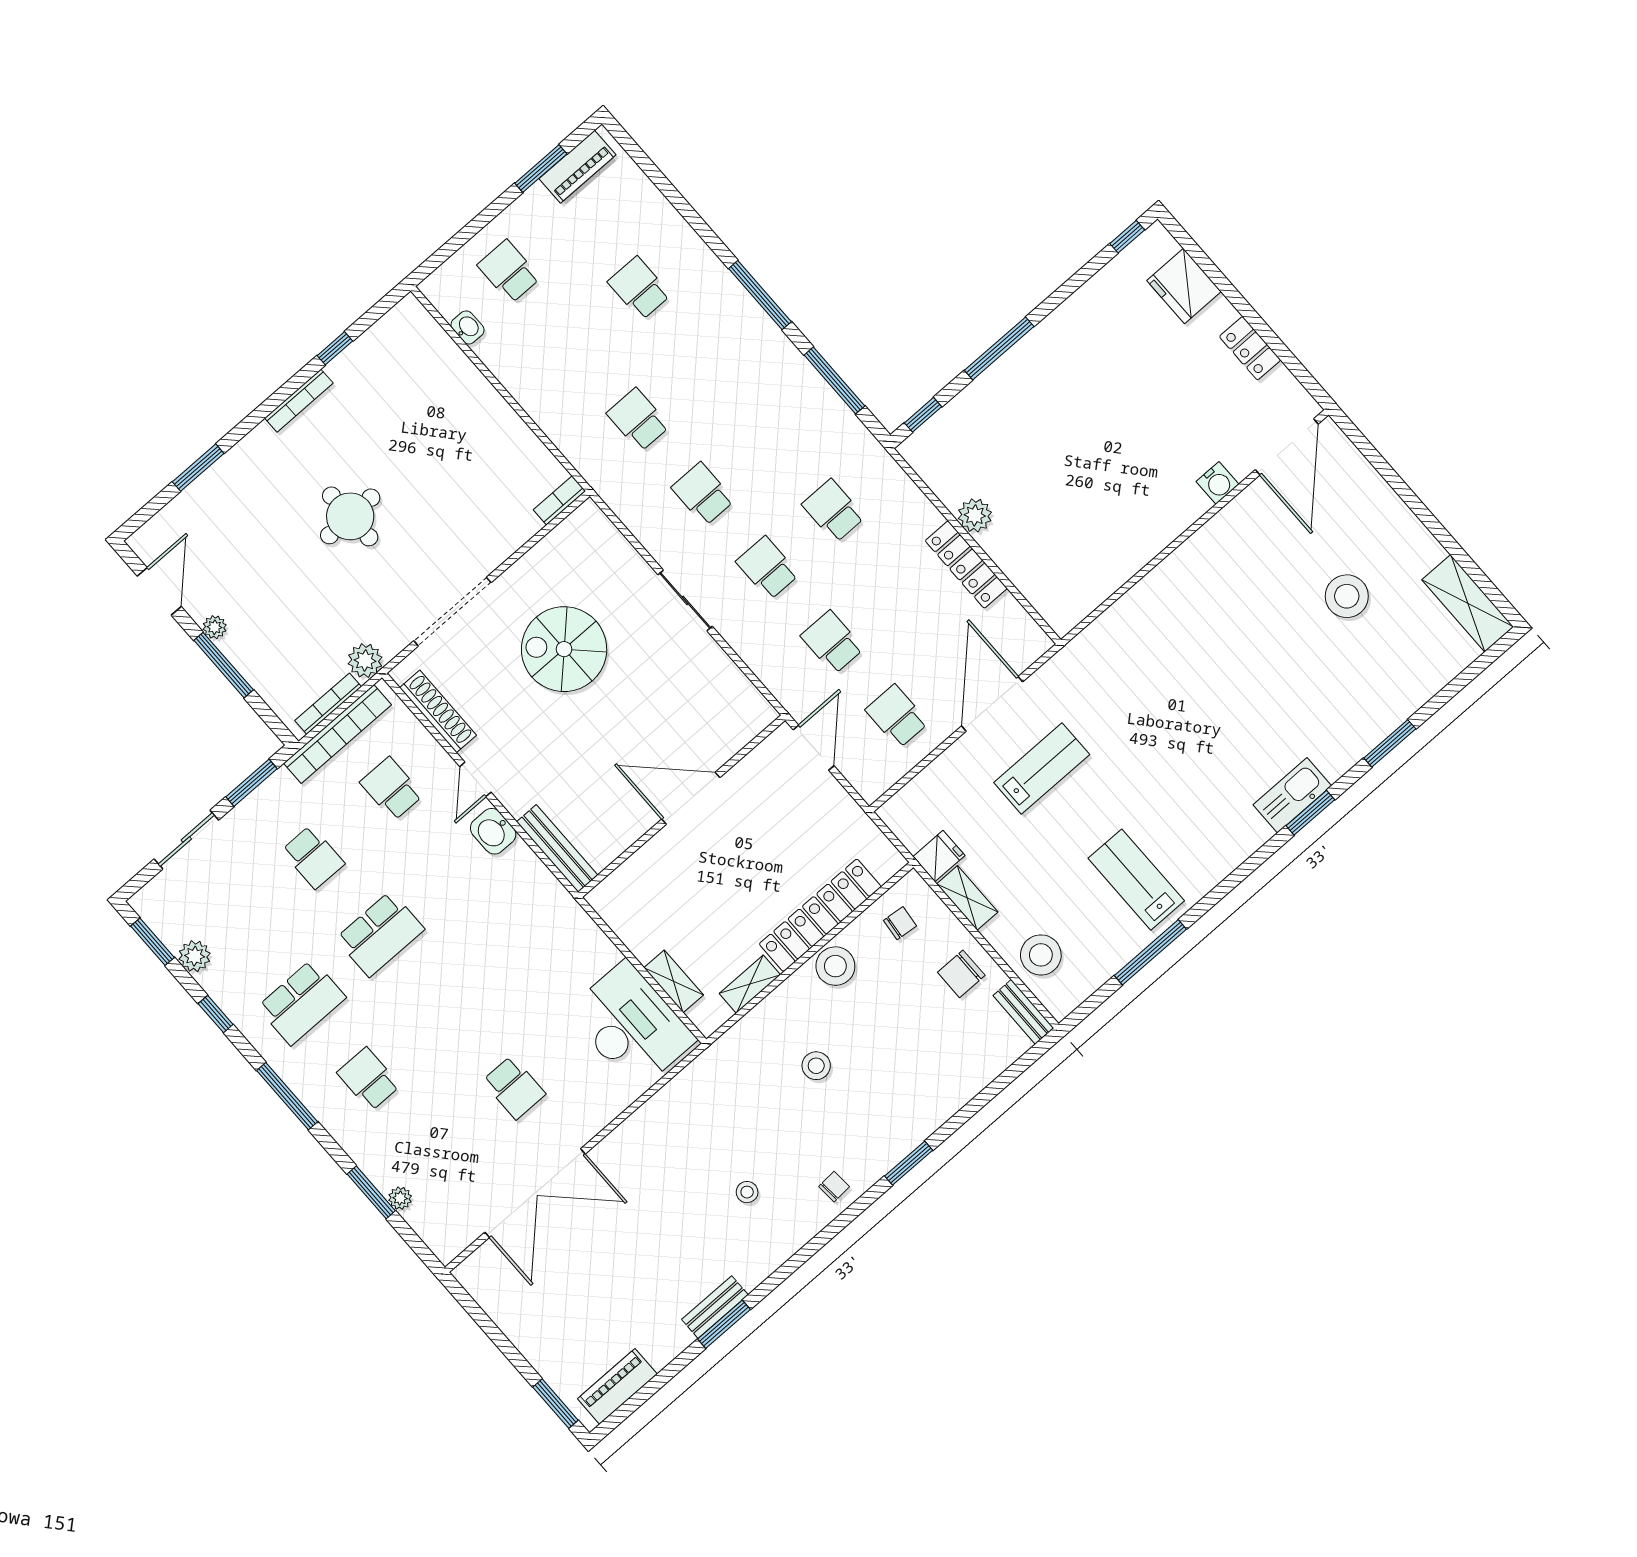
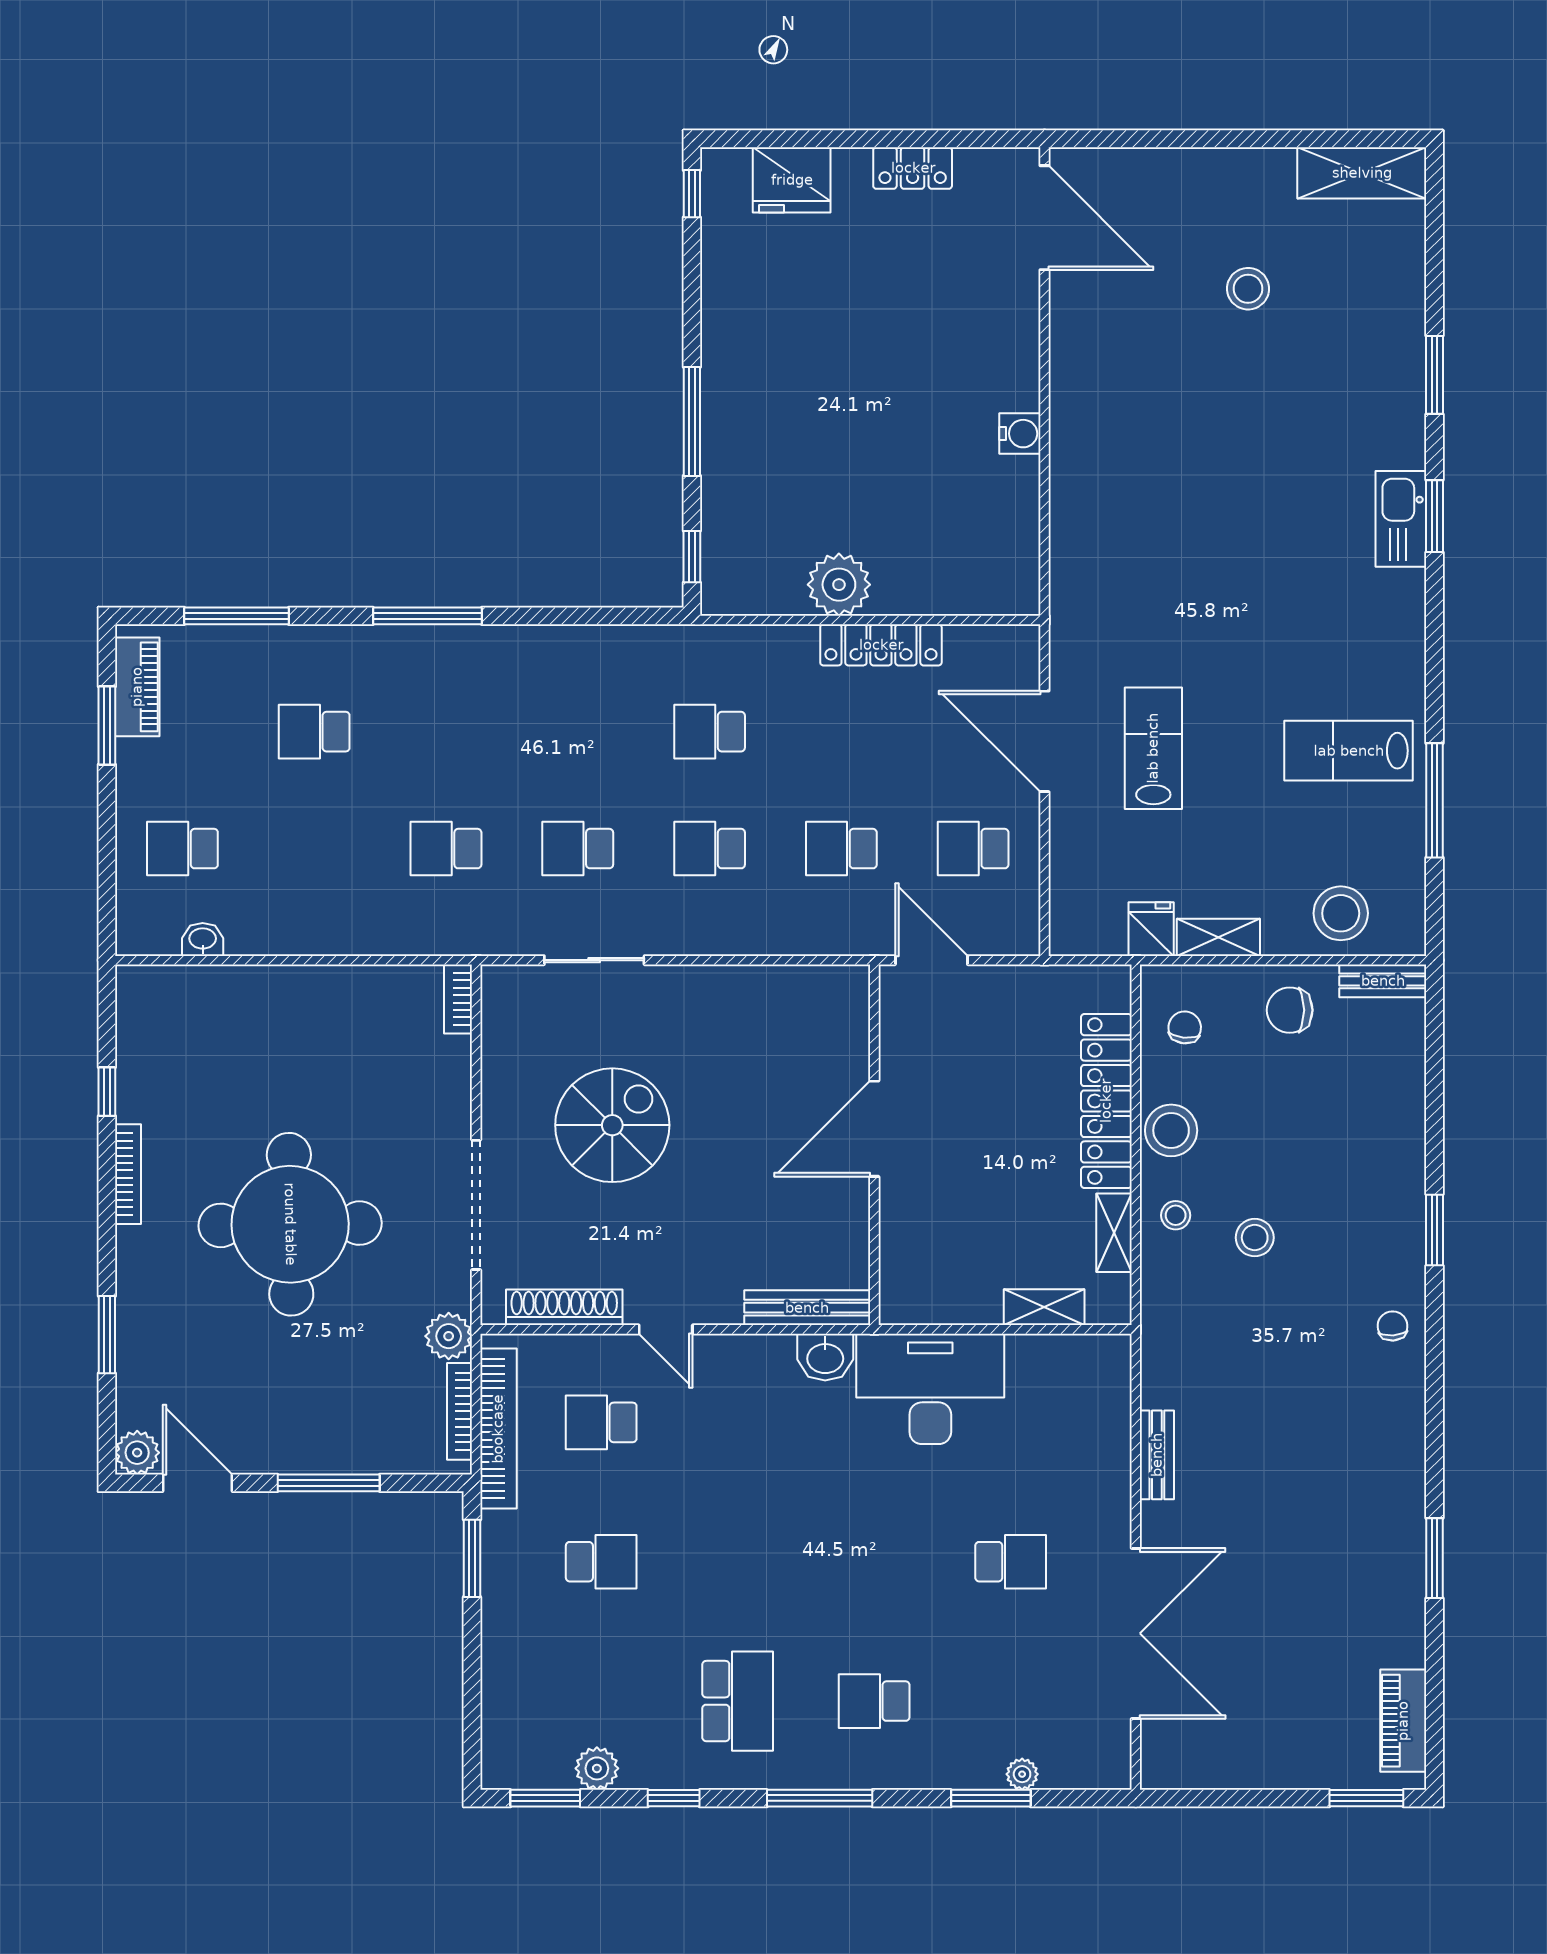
window: (834, 380) -> (236, 616), moved
water cooler: (1218, 483) -> (1020, 434), moved
plant: (975, 515) -> (839, 585), width x1.36, depth x1.36
round table: (350, 516) -> (290, 1224), width x1.86, depth x1.86
stool: (1347, 596) -> (1248, 289), width x0.73, depth x0.73
sliding door: (685, 600) -> (594, 960), moved
plant: (215, 627) -> (137, 1453), moved, width x1.38, depth x1.38
spiral stairs: (564, 649) -> (612, 1125), turned 180
washbasin: (493, 831) -> (825, 1357), moved
sliding door: (186, 840) -> (472, 1674), removed
school desk: (380, 934) -> (738, 1562), removed
chair: (961, 974) -> (1290, 1010), turned 90
desk: (631, 1026) -> (930, 1389), moved
stool: (747, 1192) -> (1176, 1215), moved
bench: (715, 1307) -> (1157, 1455), moved

